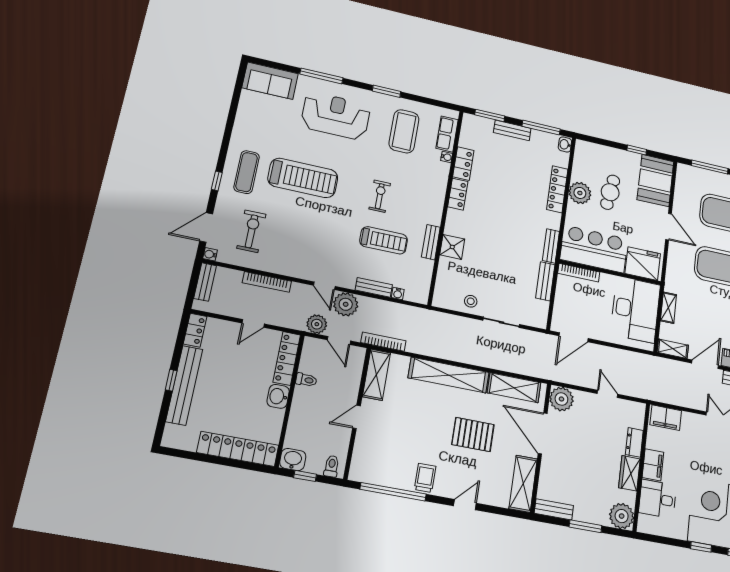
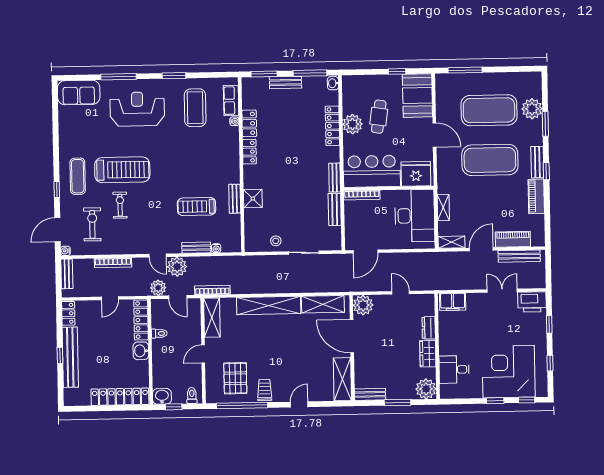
exercise bike: (380, 196) -> (120, 205), moved
treadmill: (384, 240) -> (196, 207), turned 180
pallet: (473, 435) -> (235, 378), moved, turned 90
filing cabinet: (653, 465) -> (447, 343), removed

